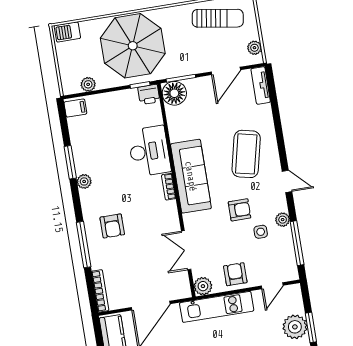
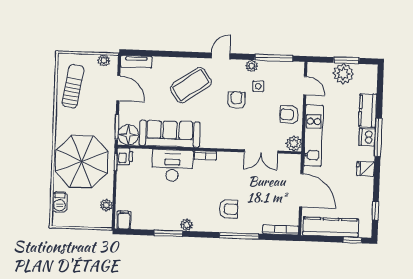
barbecue: (67, 32) -> (60, 202), moved
coffee table: (246, 154) -> (191, 85), turned -48
sofa: (191, 176) -> (170, 134), moved

